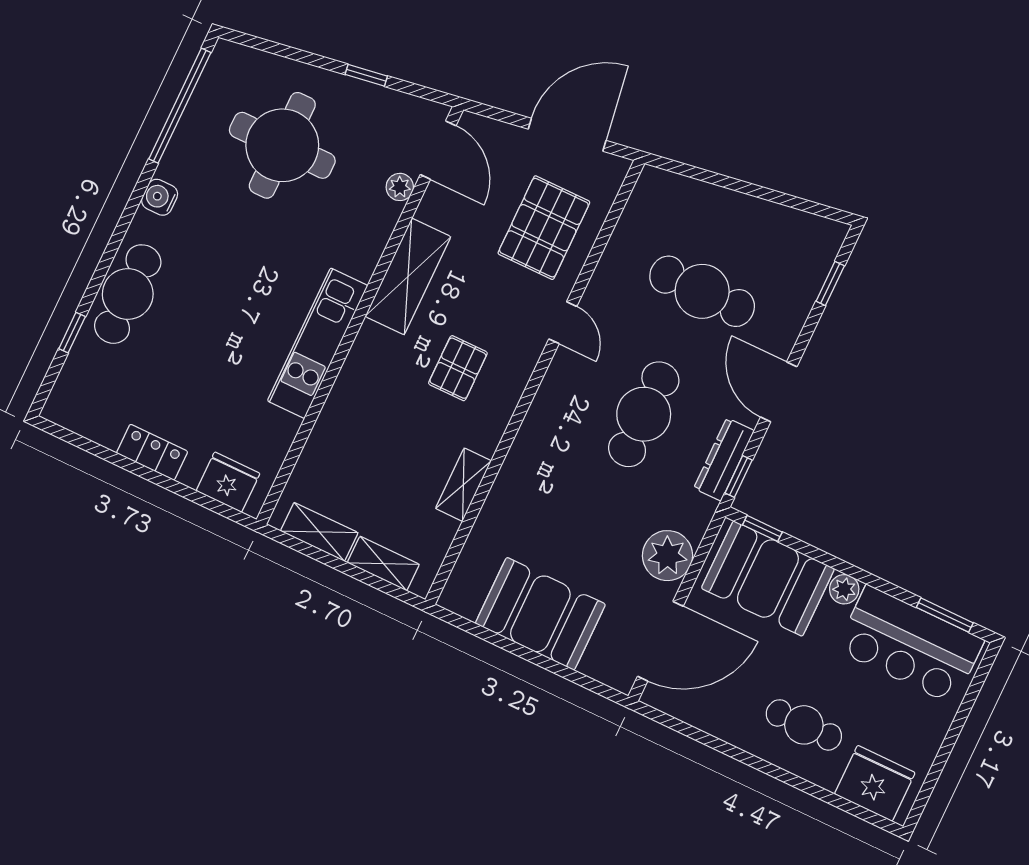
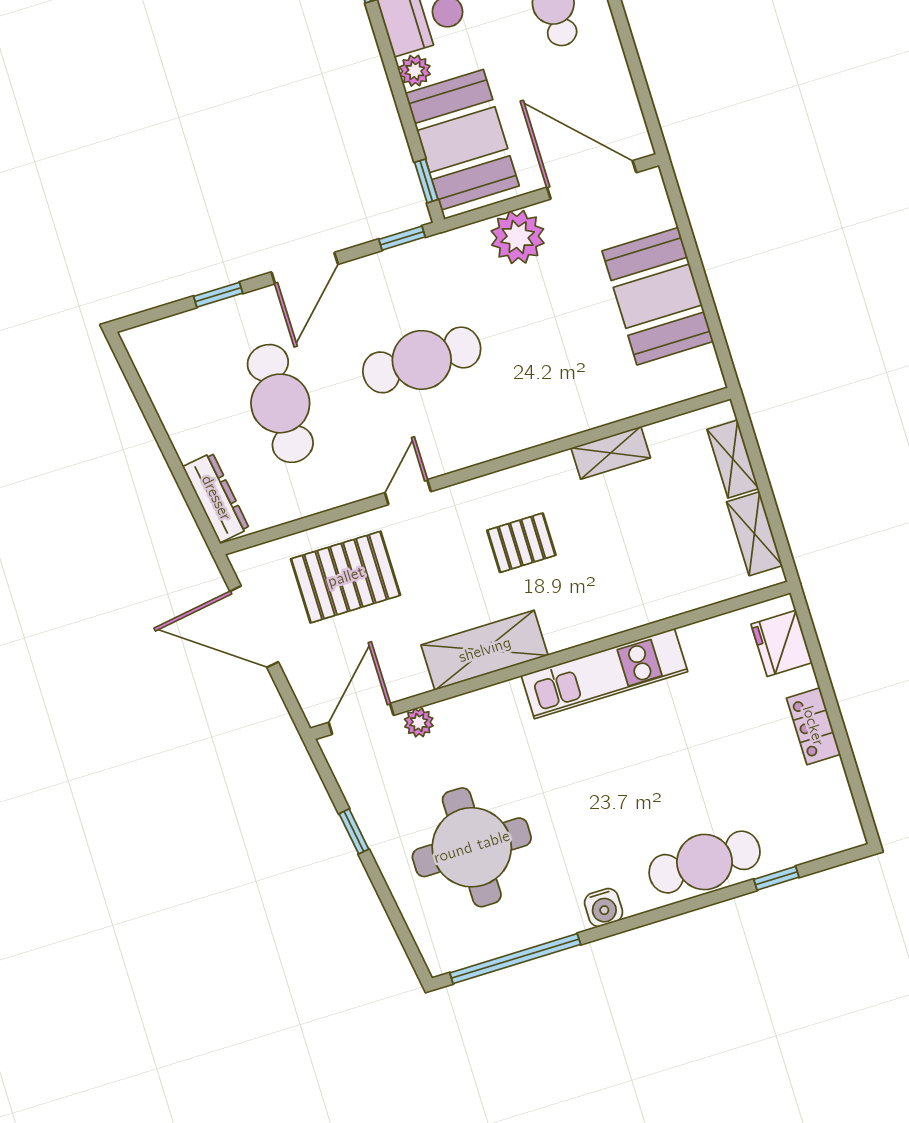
window: (830, 284) -> (218, 295), moved
dresser: (724, 459) -> (216, 498), moved, turned -99

